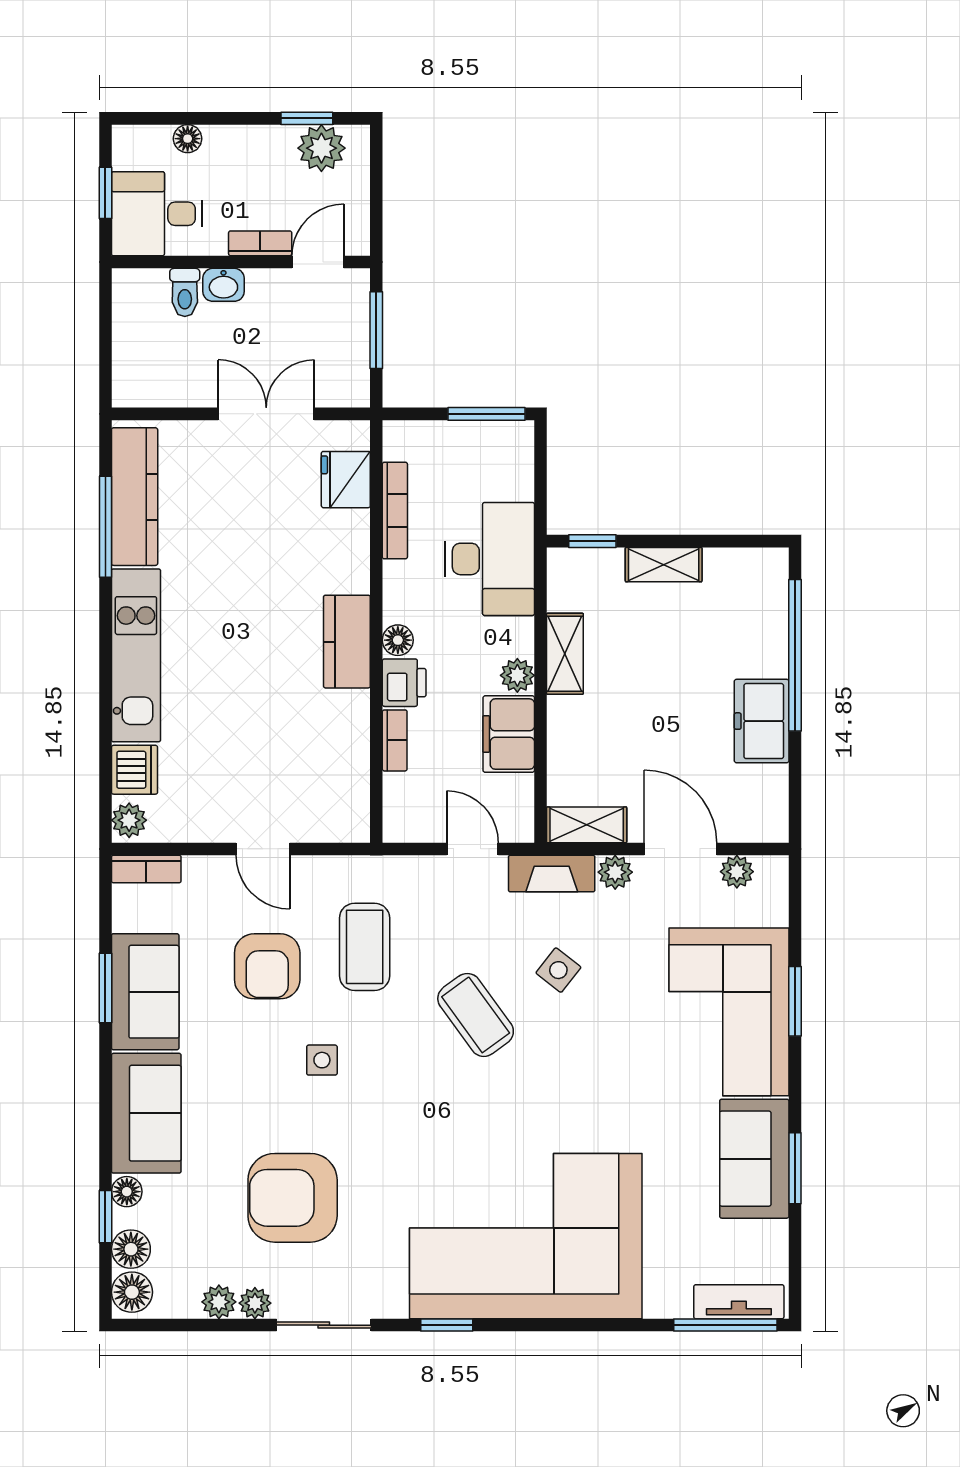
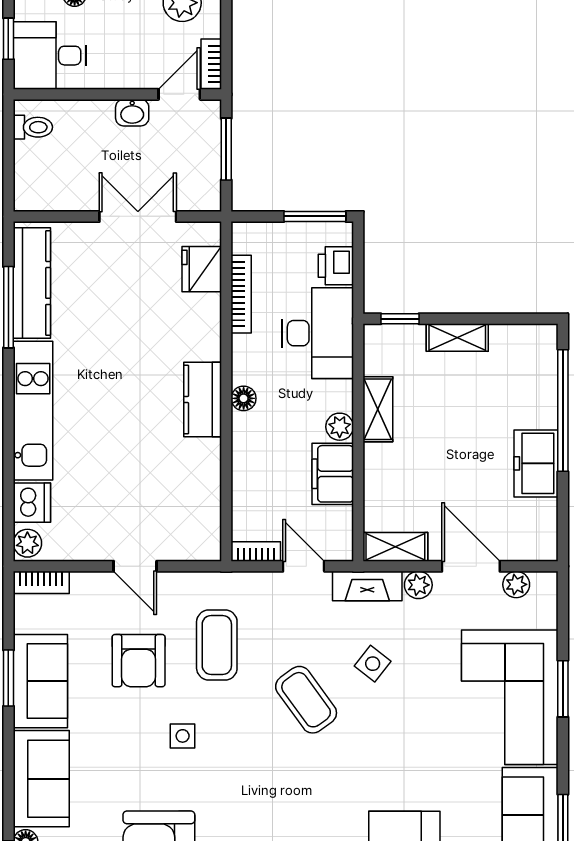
bookcase: (260, 243) -> (211, 64), moved, turned -90
washbasin: (223, 285) -> (132, 113), moved
toilet: (185, 292) -> (33, 127), moved, turned -90
printer: (404, 683) -> (336, 266), moved, turned 180
bookcase: (395, 740) -> (256, 551), moved, turned -90

